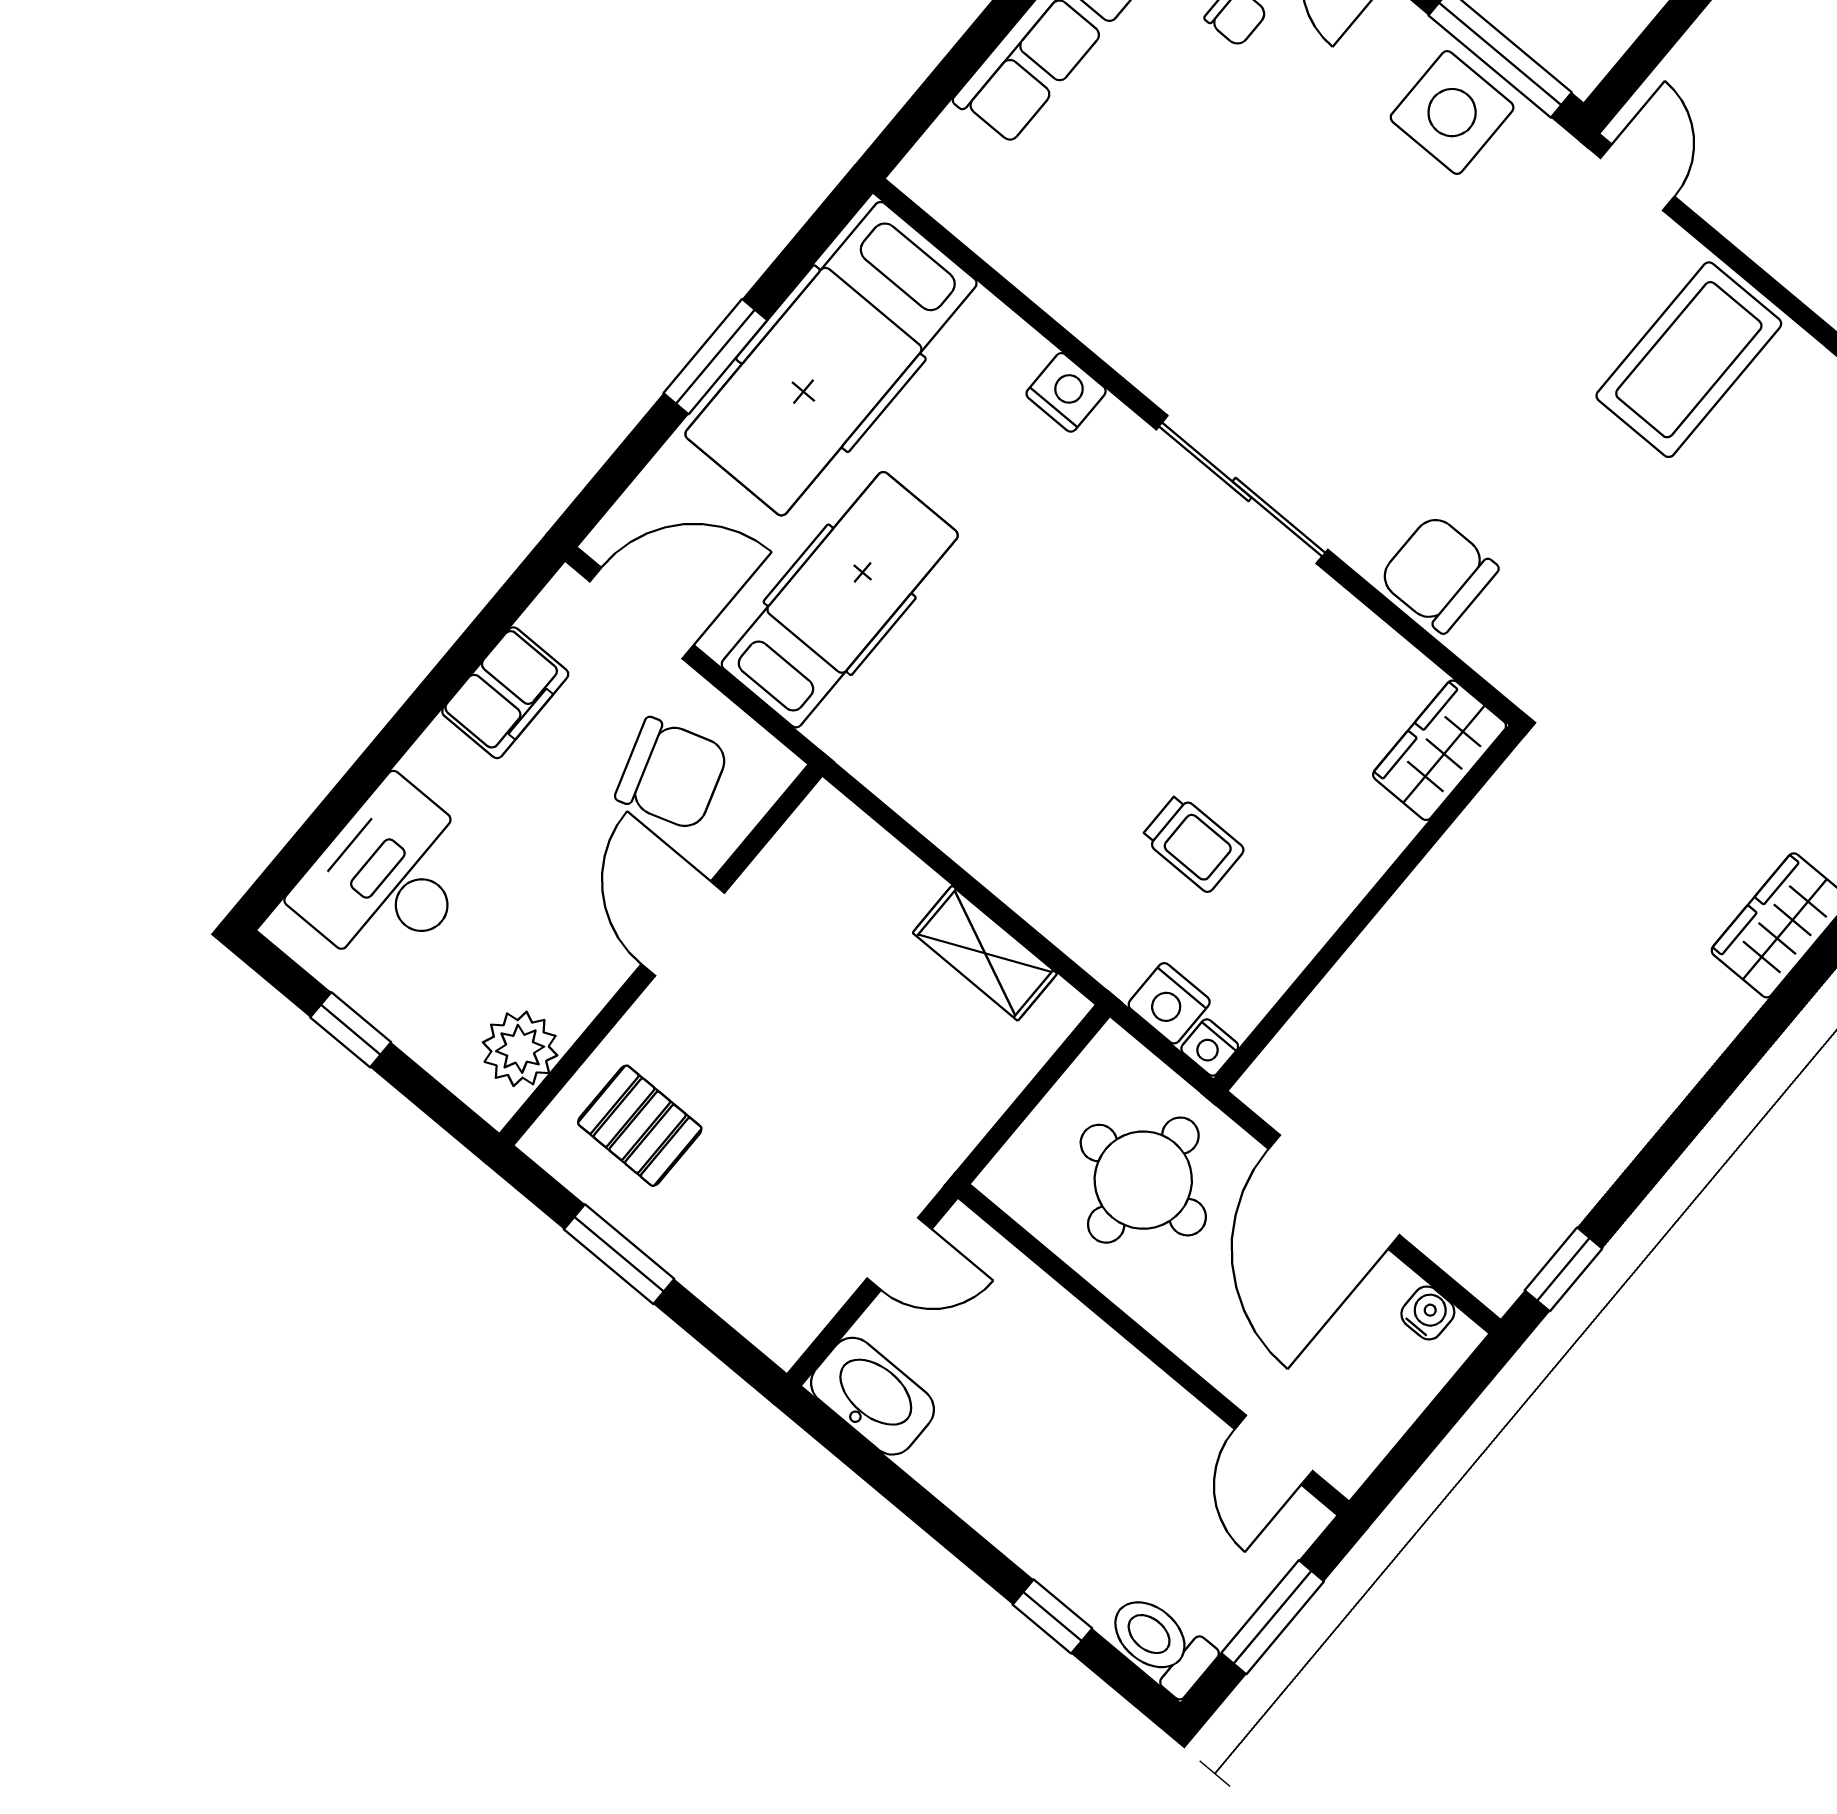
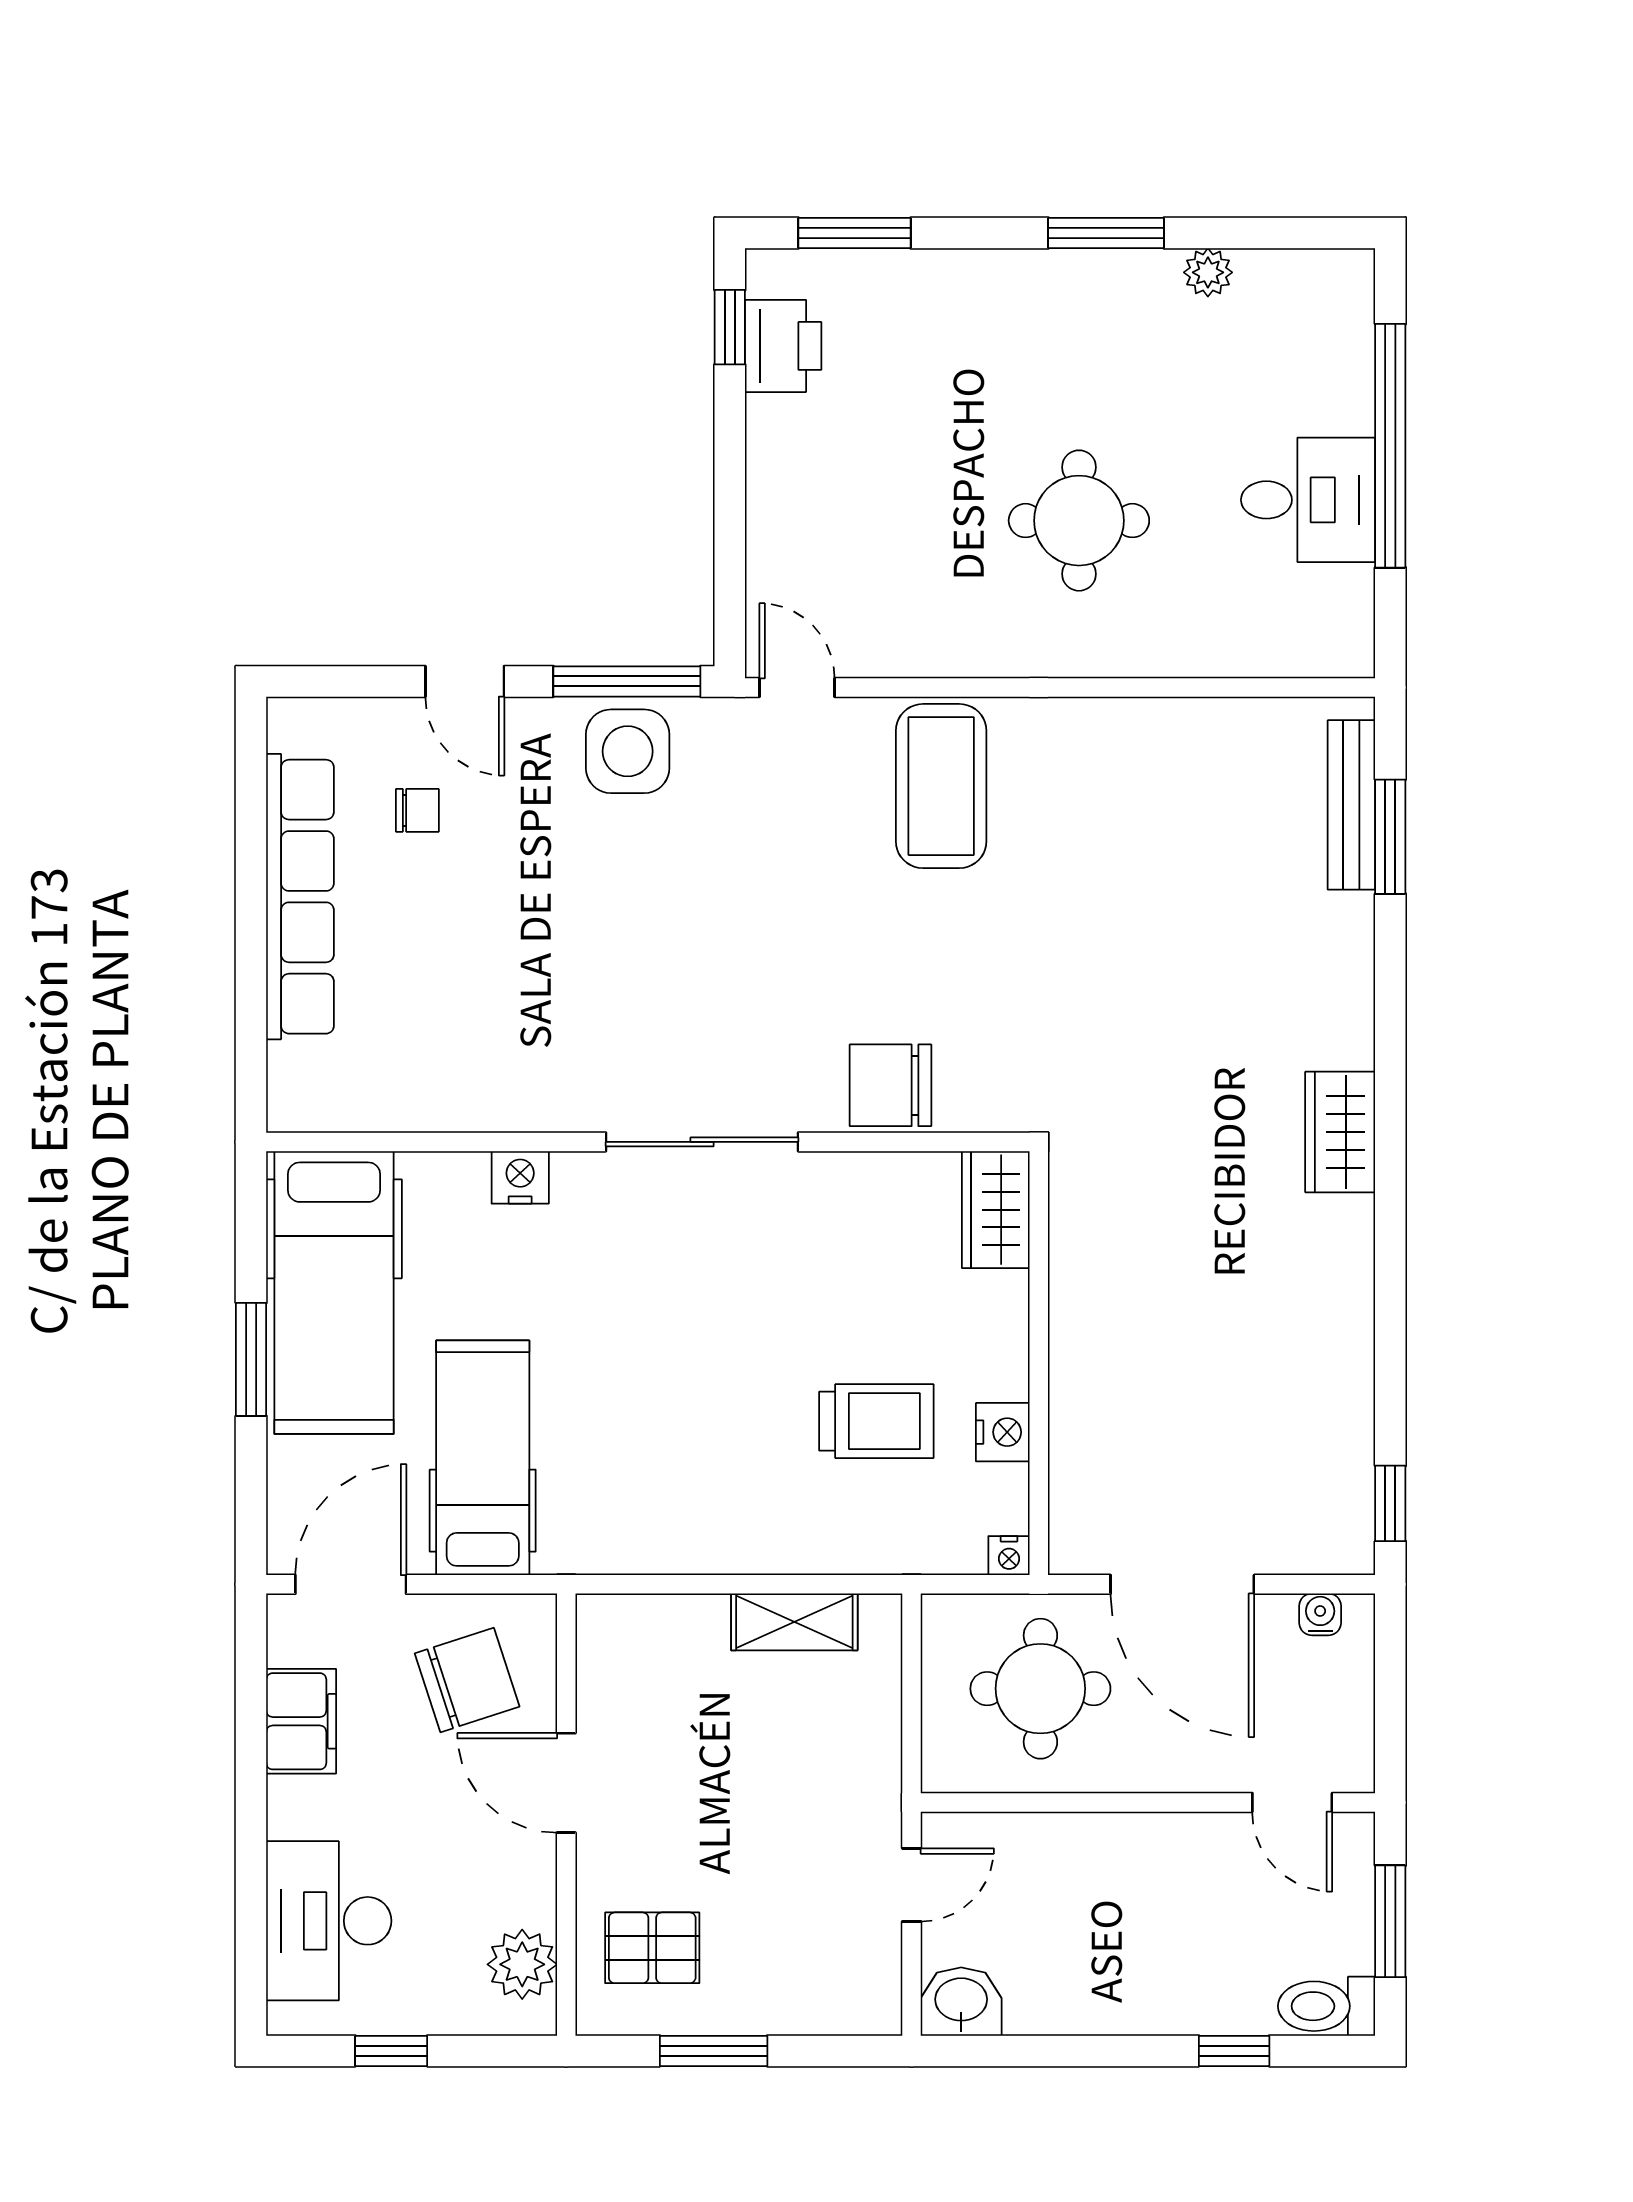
trolley: (1193, 843) -> (876, 1421), width x1.36, depth x1.39
nightstand: (1169, 1003) -> (1003, 1432), moved, turned -90
washbasin: (873, 1396) -> (961, 2002), width x0.72

